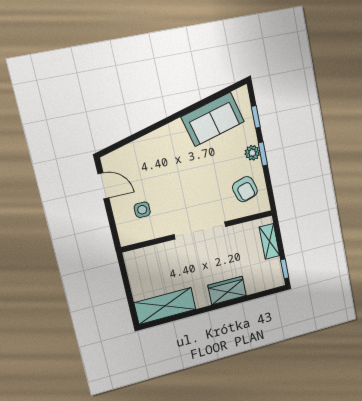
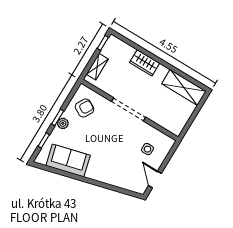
armchair: (245, 189) -> (85, 108), turned 47

